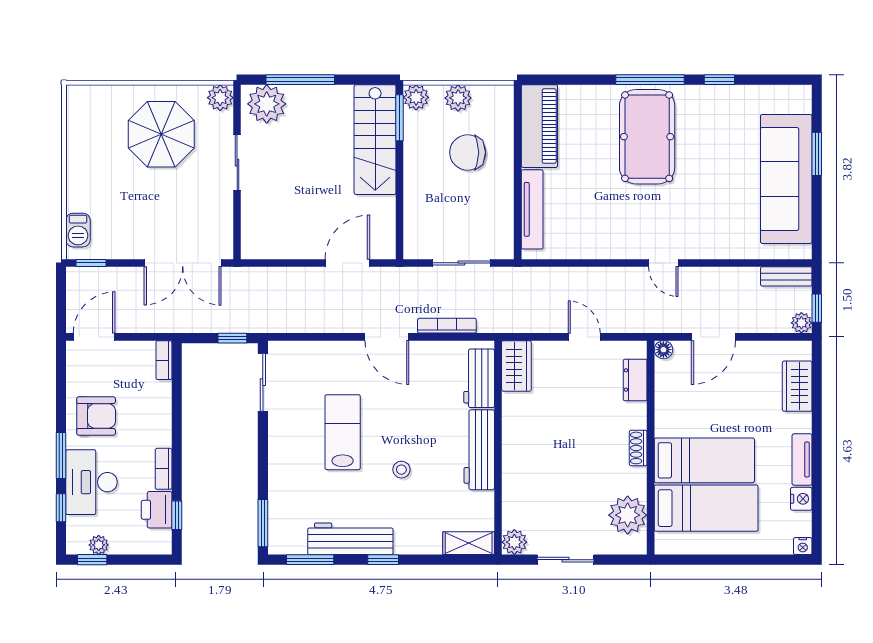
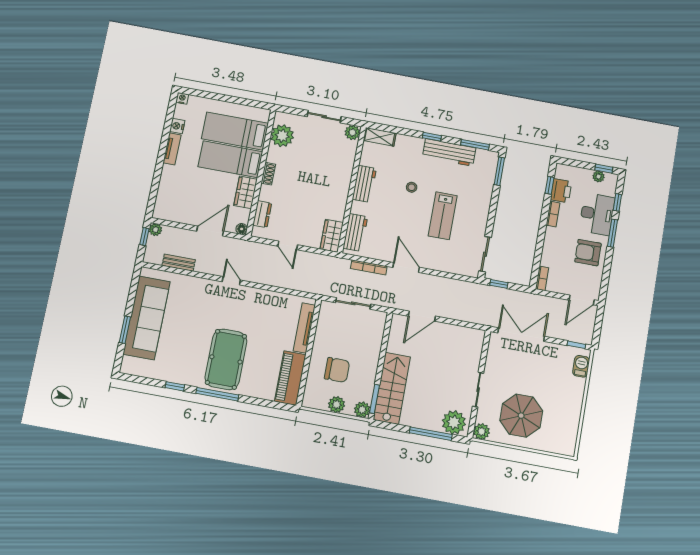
bench: (786, 276) -> (179, 263), moved
wardrobe: (797, 386) -> (245, 192), moved, turned 180
workbench: (479, 450) -> (364, 184), width x0.73

